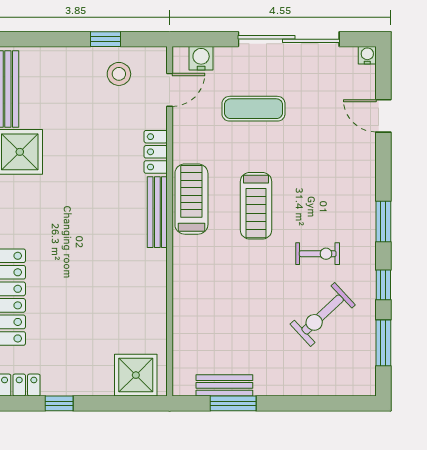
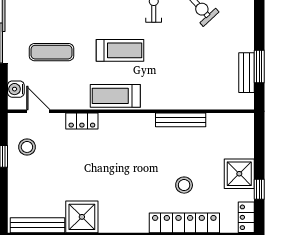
exercise mat: (253, 109) -> (51, 52), turned 90
bench: (157, 212) -> (181, 120), moved
stool: (65, 297) -> (184, 185), added
shower: (136, 375) -> (239, 174), moved

